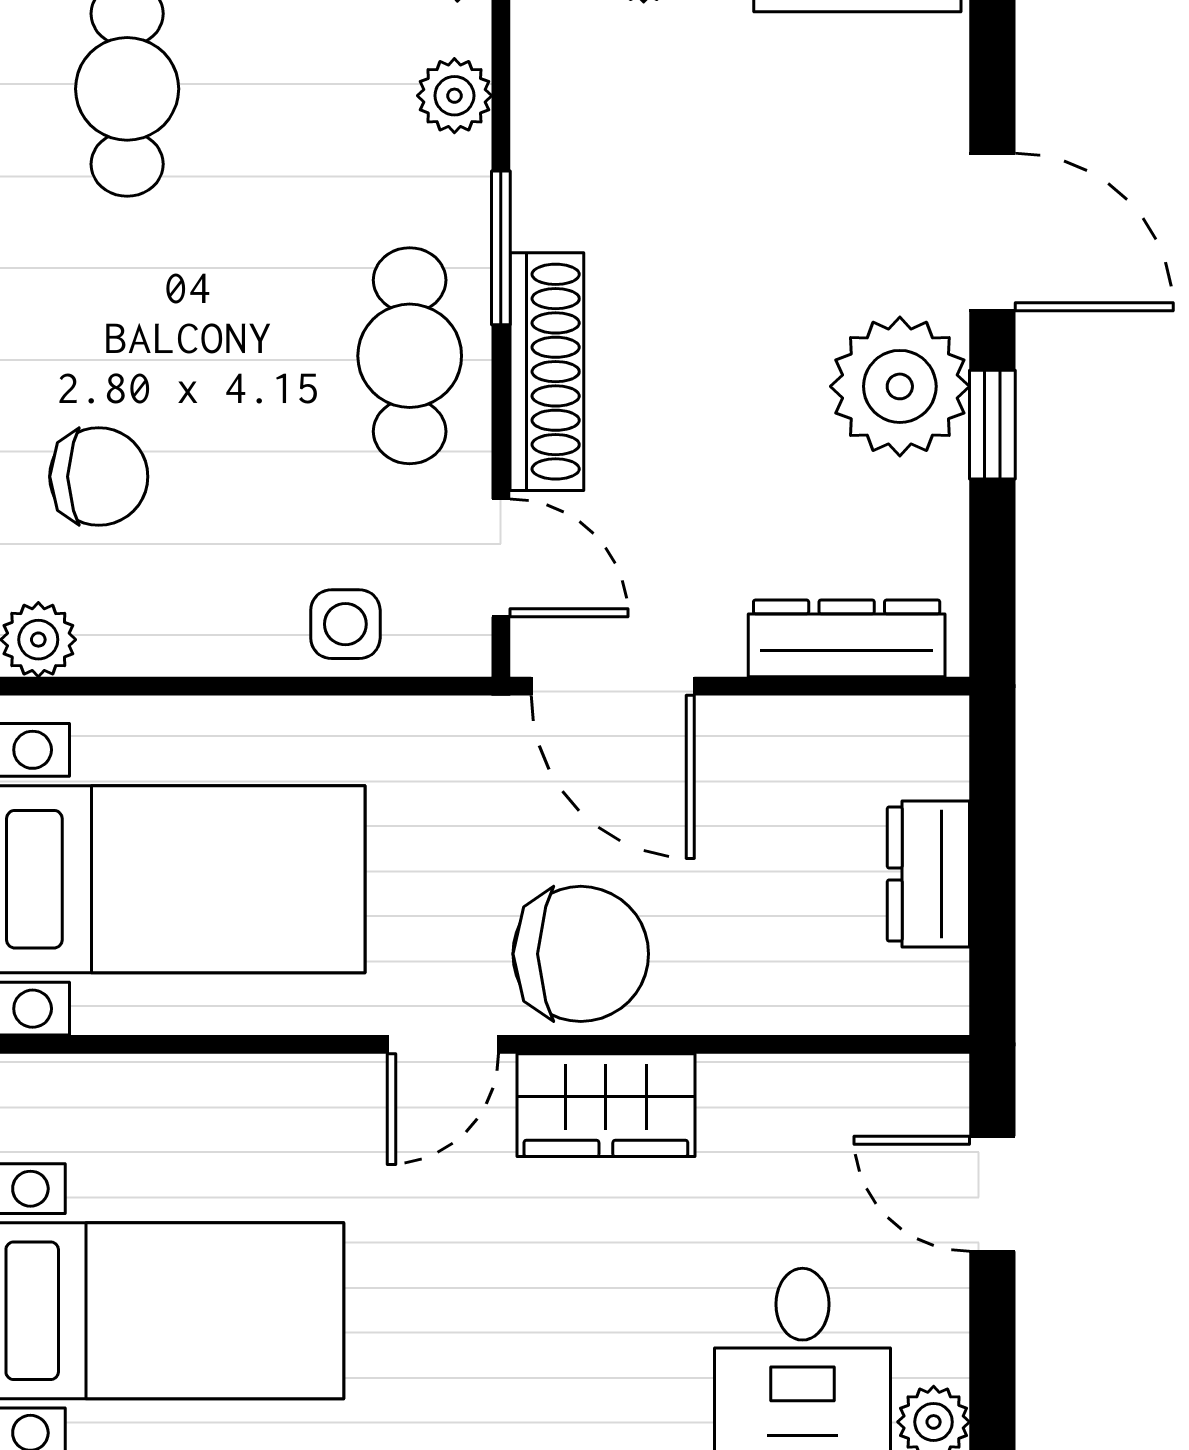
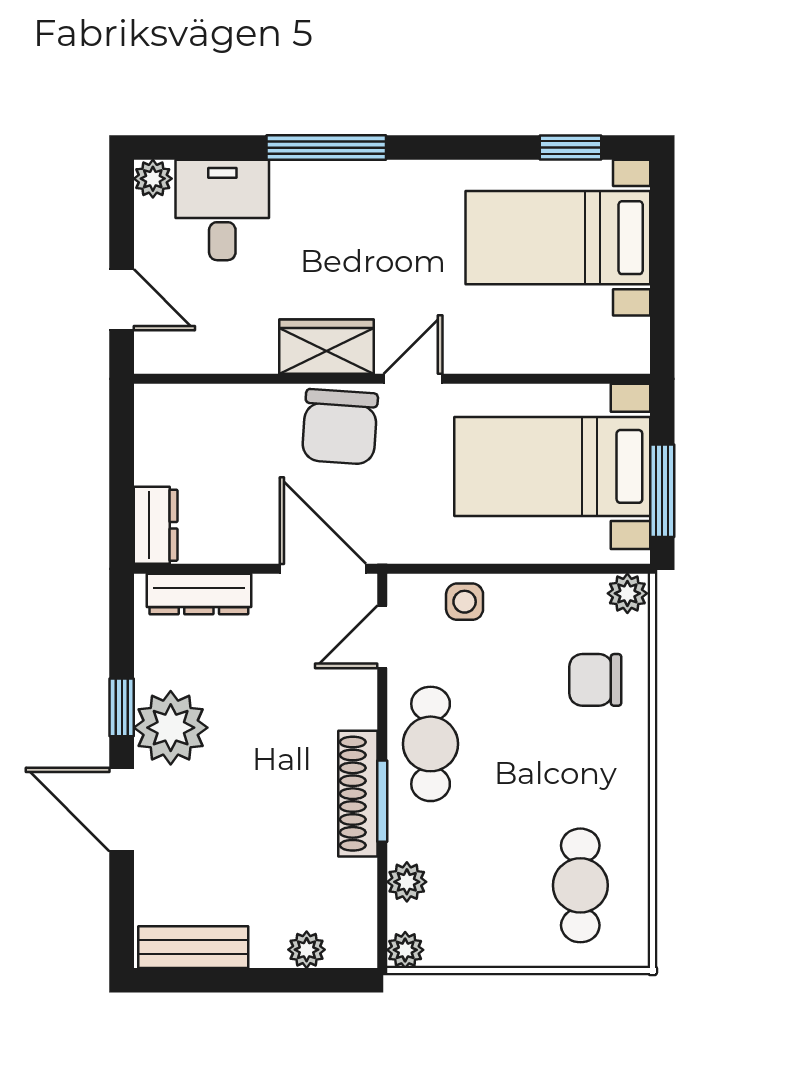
shoe rack: (547, 372) -> (358, 794), moved
door: (501, 558) -> (382, 637), hinge flipped
dresser: (928, 874) -> (156, 525), moved
chair: (581, 954) -> (340, 427), turned -86

